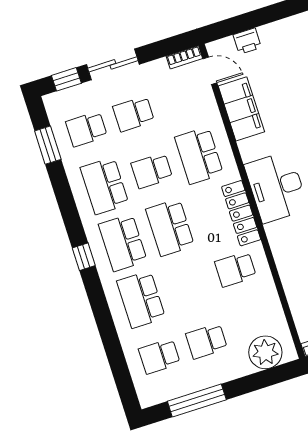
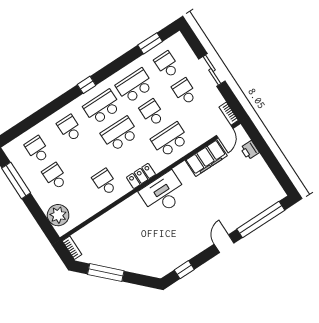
window: (66, 79) -> (195, 44), removed
locker: (241, 213) -> (141, 176), width x0.66
school desk: (141, 299) -> (70, 128), width x0.54

